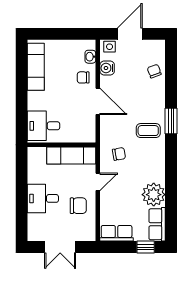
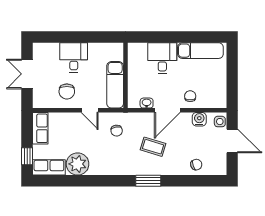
washbasin: (90, 57) -> (147, 103), moved
desk: (44, 126) -> (162, 58), moved
coffee table: (148, 131) -> (153, 147), moved, turned -73

